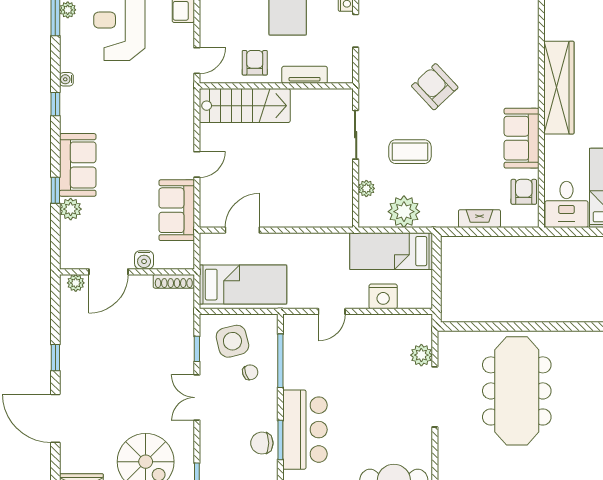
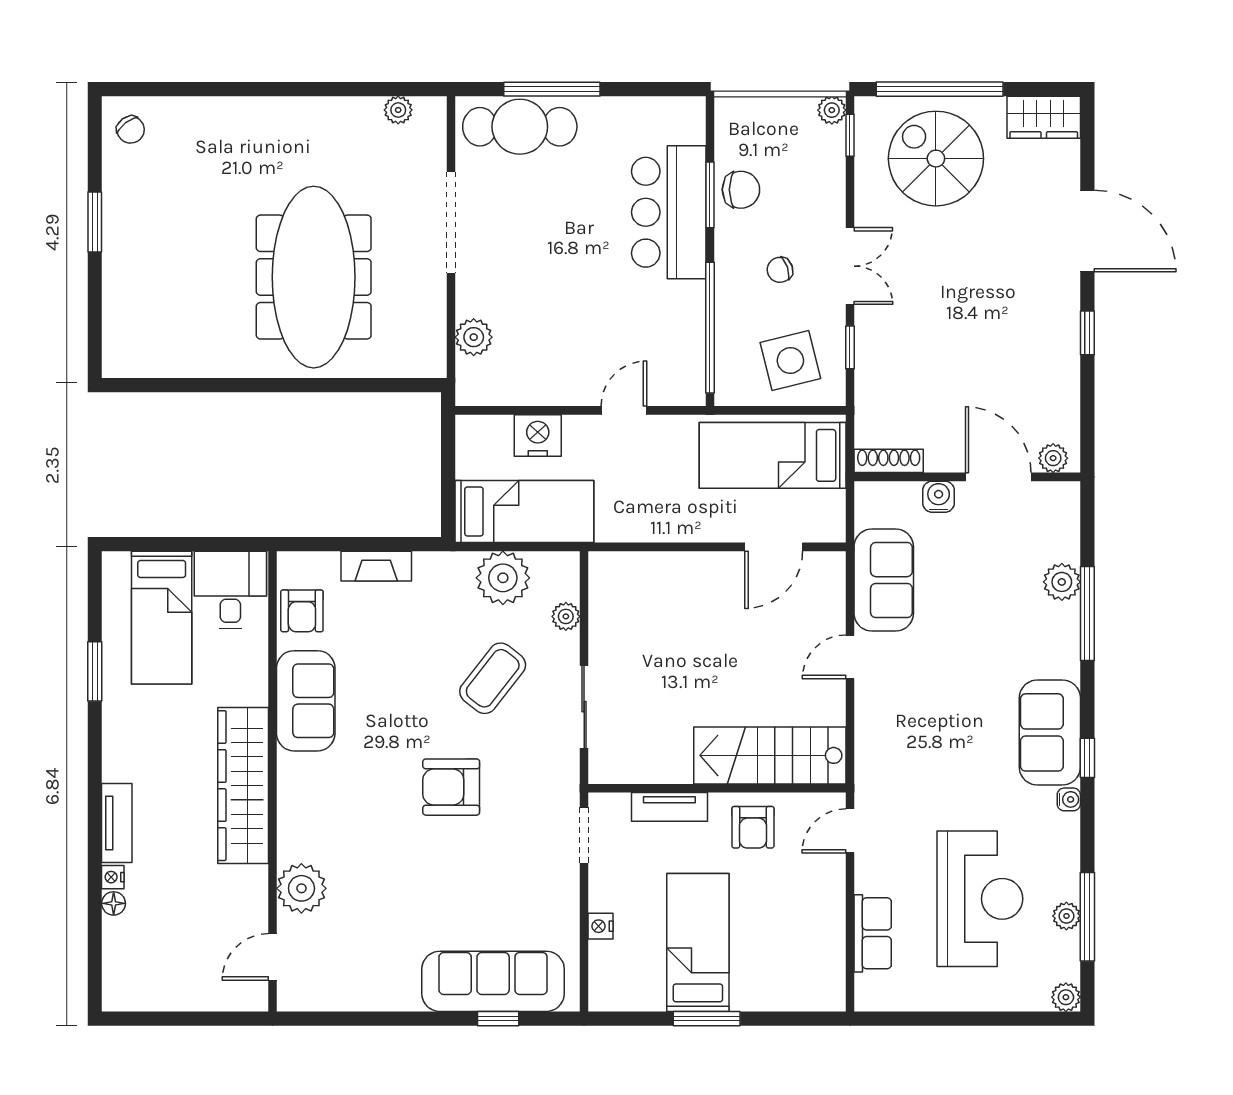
plant: (524, 26) -> (301, 888), added
doorway: (356, 31) -> (584, 835), moved
armchair: (435, 87) -> (451, 787), turned 133
coffee table: (410, 152) -> (493, 678), turned -52
sofa: (78, 165) -> (1050, 732), moved
window: (55, 190) -> (1087, 614), width x2.17
door: (108, 272) -> (998, 477), hinge flipped
window: (280, 361) -> (710, 328), width x1.46
chair: (250, 372) -> (780, 270), moved
doorway: (435, 397) -> (451, 222), moved

